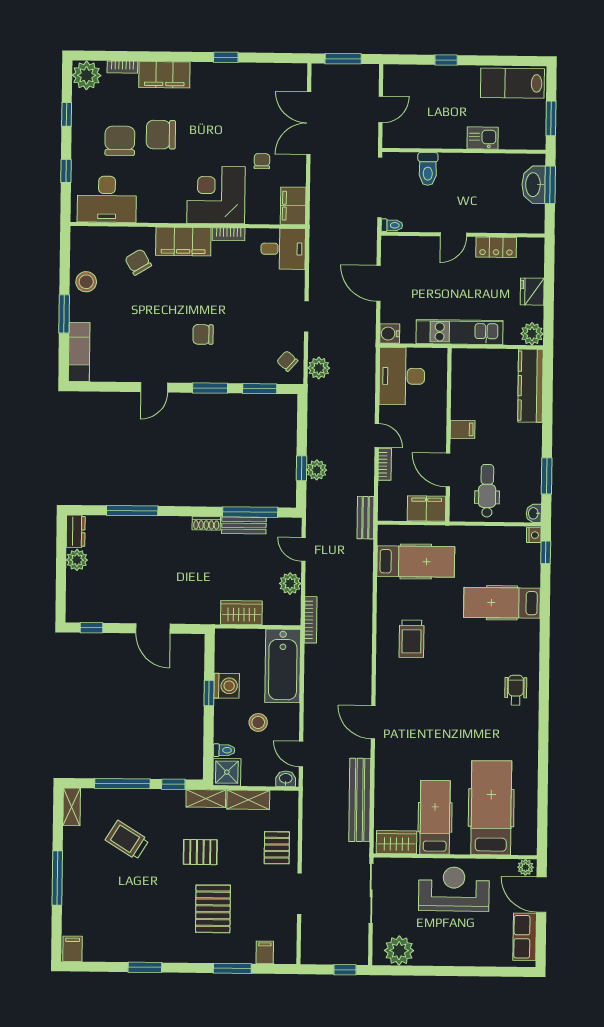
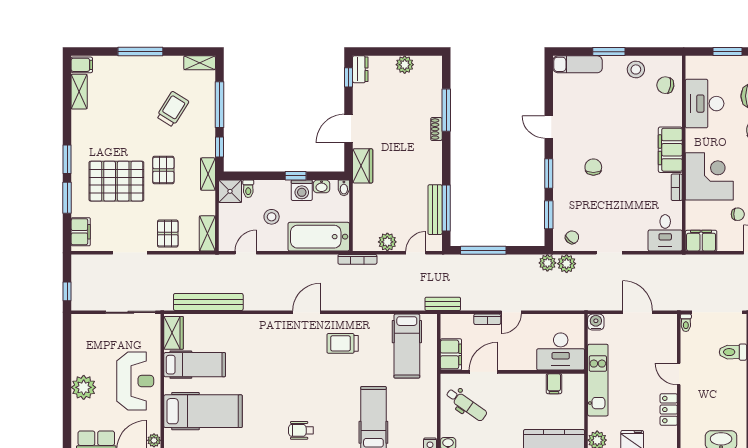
window: (66, 171) -> (728, 52), width x1.50
desk: (107, 199) -> (705, 104), moved
chair: (138, 262) -> (665, 85), moved, turned -140
door: (379, 283) -> (638, 312), hinge flipped
desk: (402, 376) -> (561, 352), moved, turned 180
filing cabinet: (463, 429) -> (554, 384), moved
window: (301, 468) -> (483, 250), width x2.17
plant: (317, 470) -> (547, 263), moved
dental chair: (487, 491) -> (466, 405), turned 35
shoe rack: (206, 523) -> (436, 129), moved
bench: (244, 525) -> (435, 210), width x1.36
dresser: (76, 531) -> (360, 69), moved, turned -90
wardrobe: (241, 613) -> (363, 166), moved
bidet: (224, 635) -> (344, 188), added
wheelchair: (516, 690) -> (301, 430), turned 180
door: (373, 722) -> (307, 312), moved
washbasin: (286, 779) -> (322, 186), moved, turned 90
shelving: (248, 800) -> (207, 233), moved
pallet: (277, 848) -> (168, 234), turned 90
pallet: (213, 909) -> (116, 181), width x1.37, depth x1.41
plant: (399, 951) -> (84, 387), moved
shelving: (105, 952) -> (79, 92), added
filing cabinet: (265, 952) -> (81, 232), width x2.00
window: (145, 967) -> (67, 159), moved

